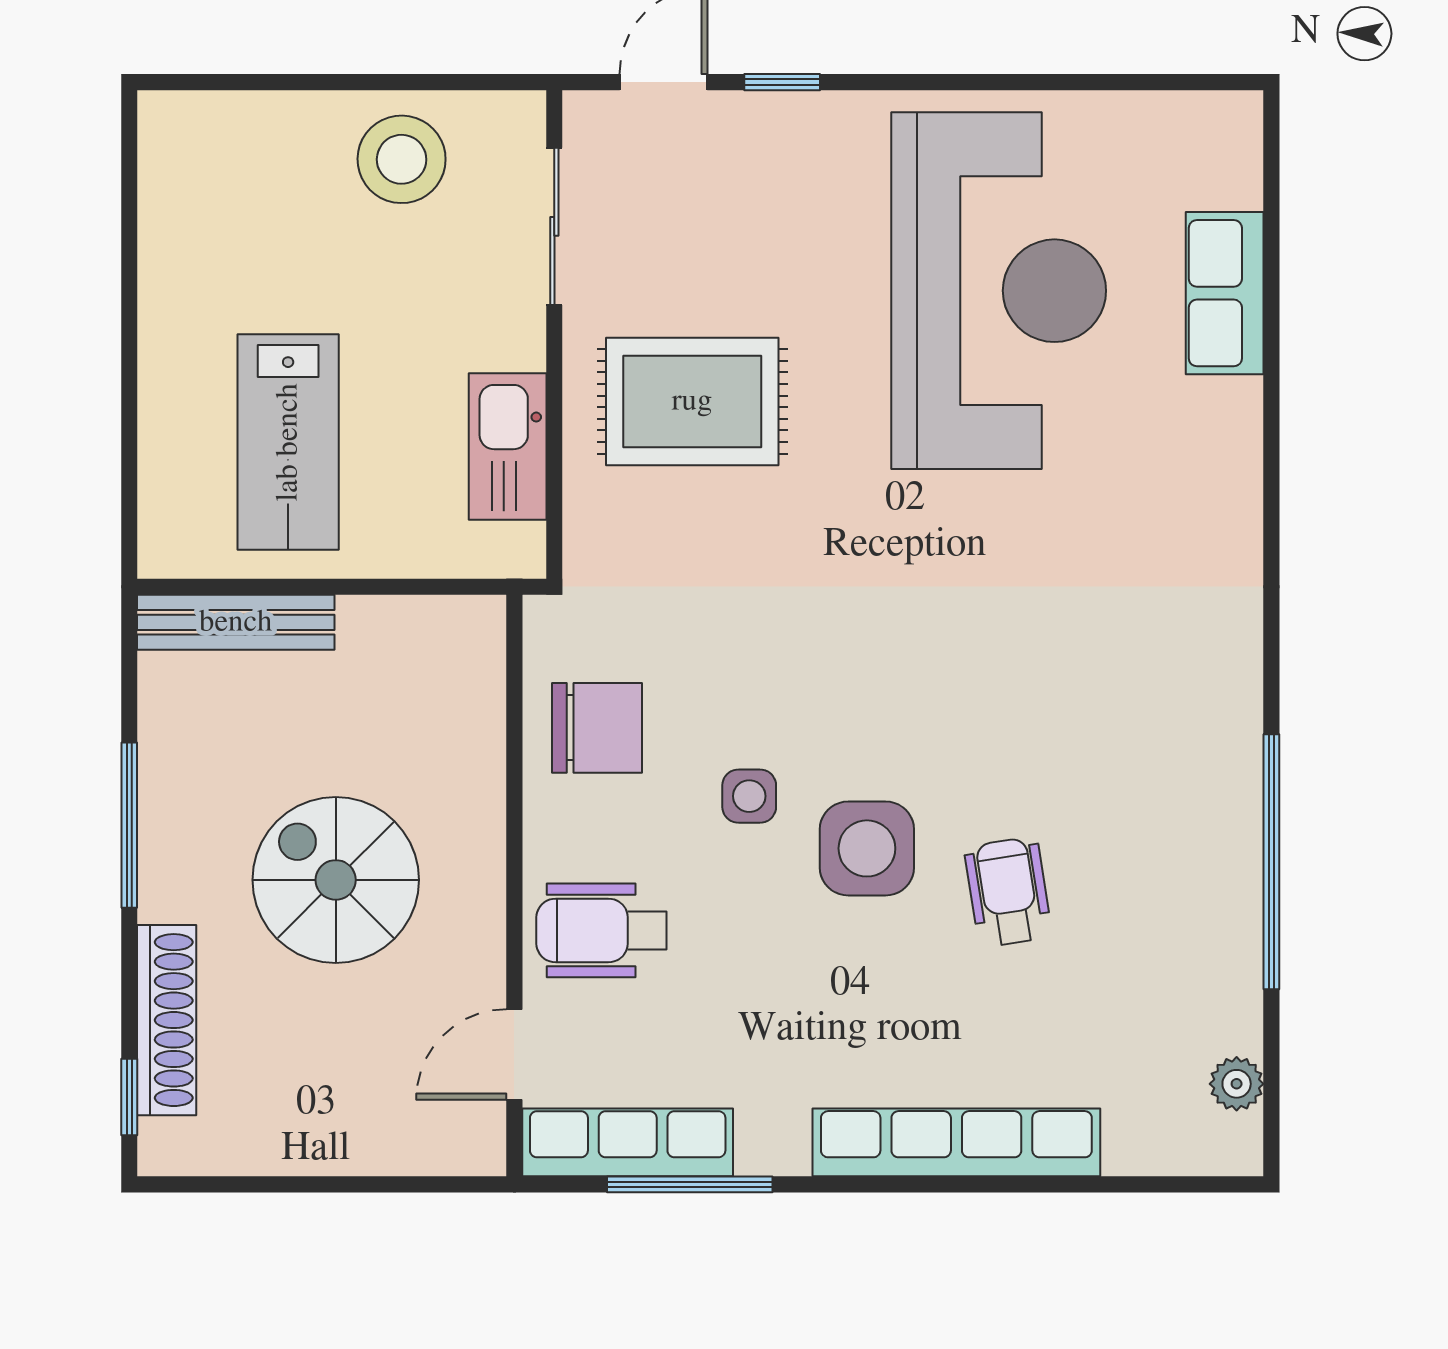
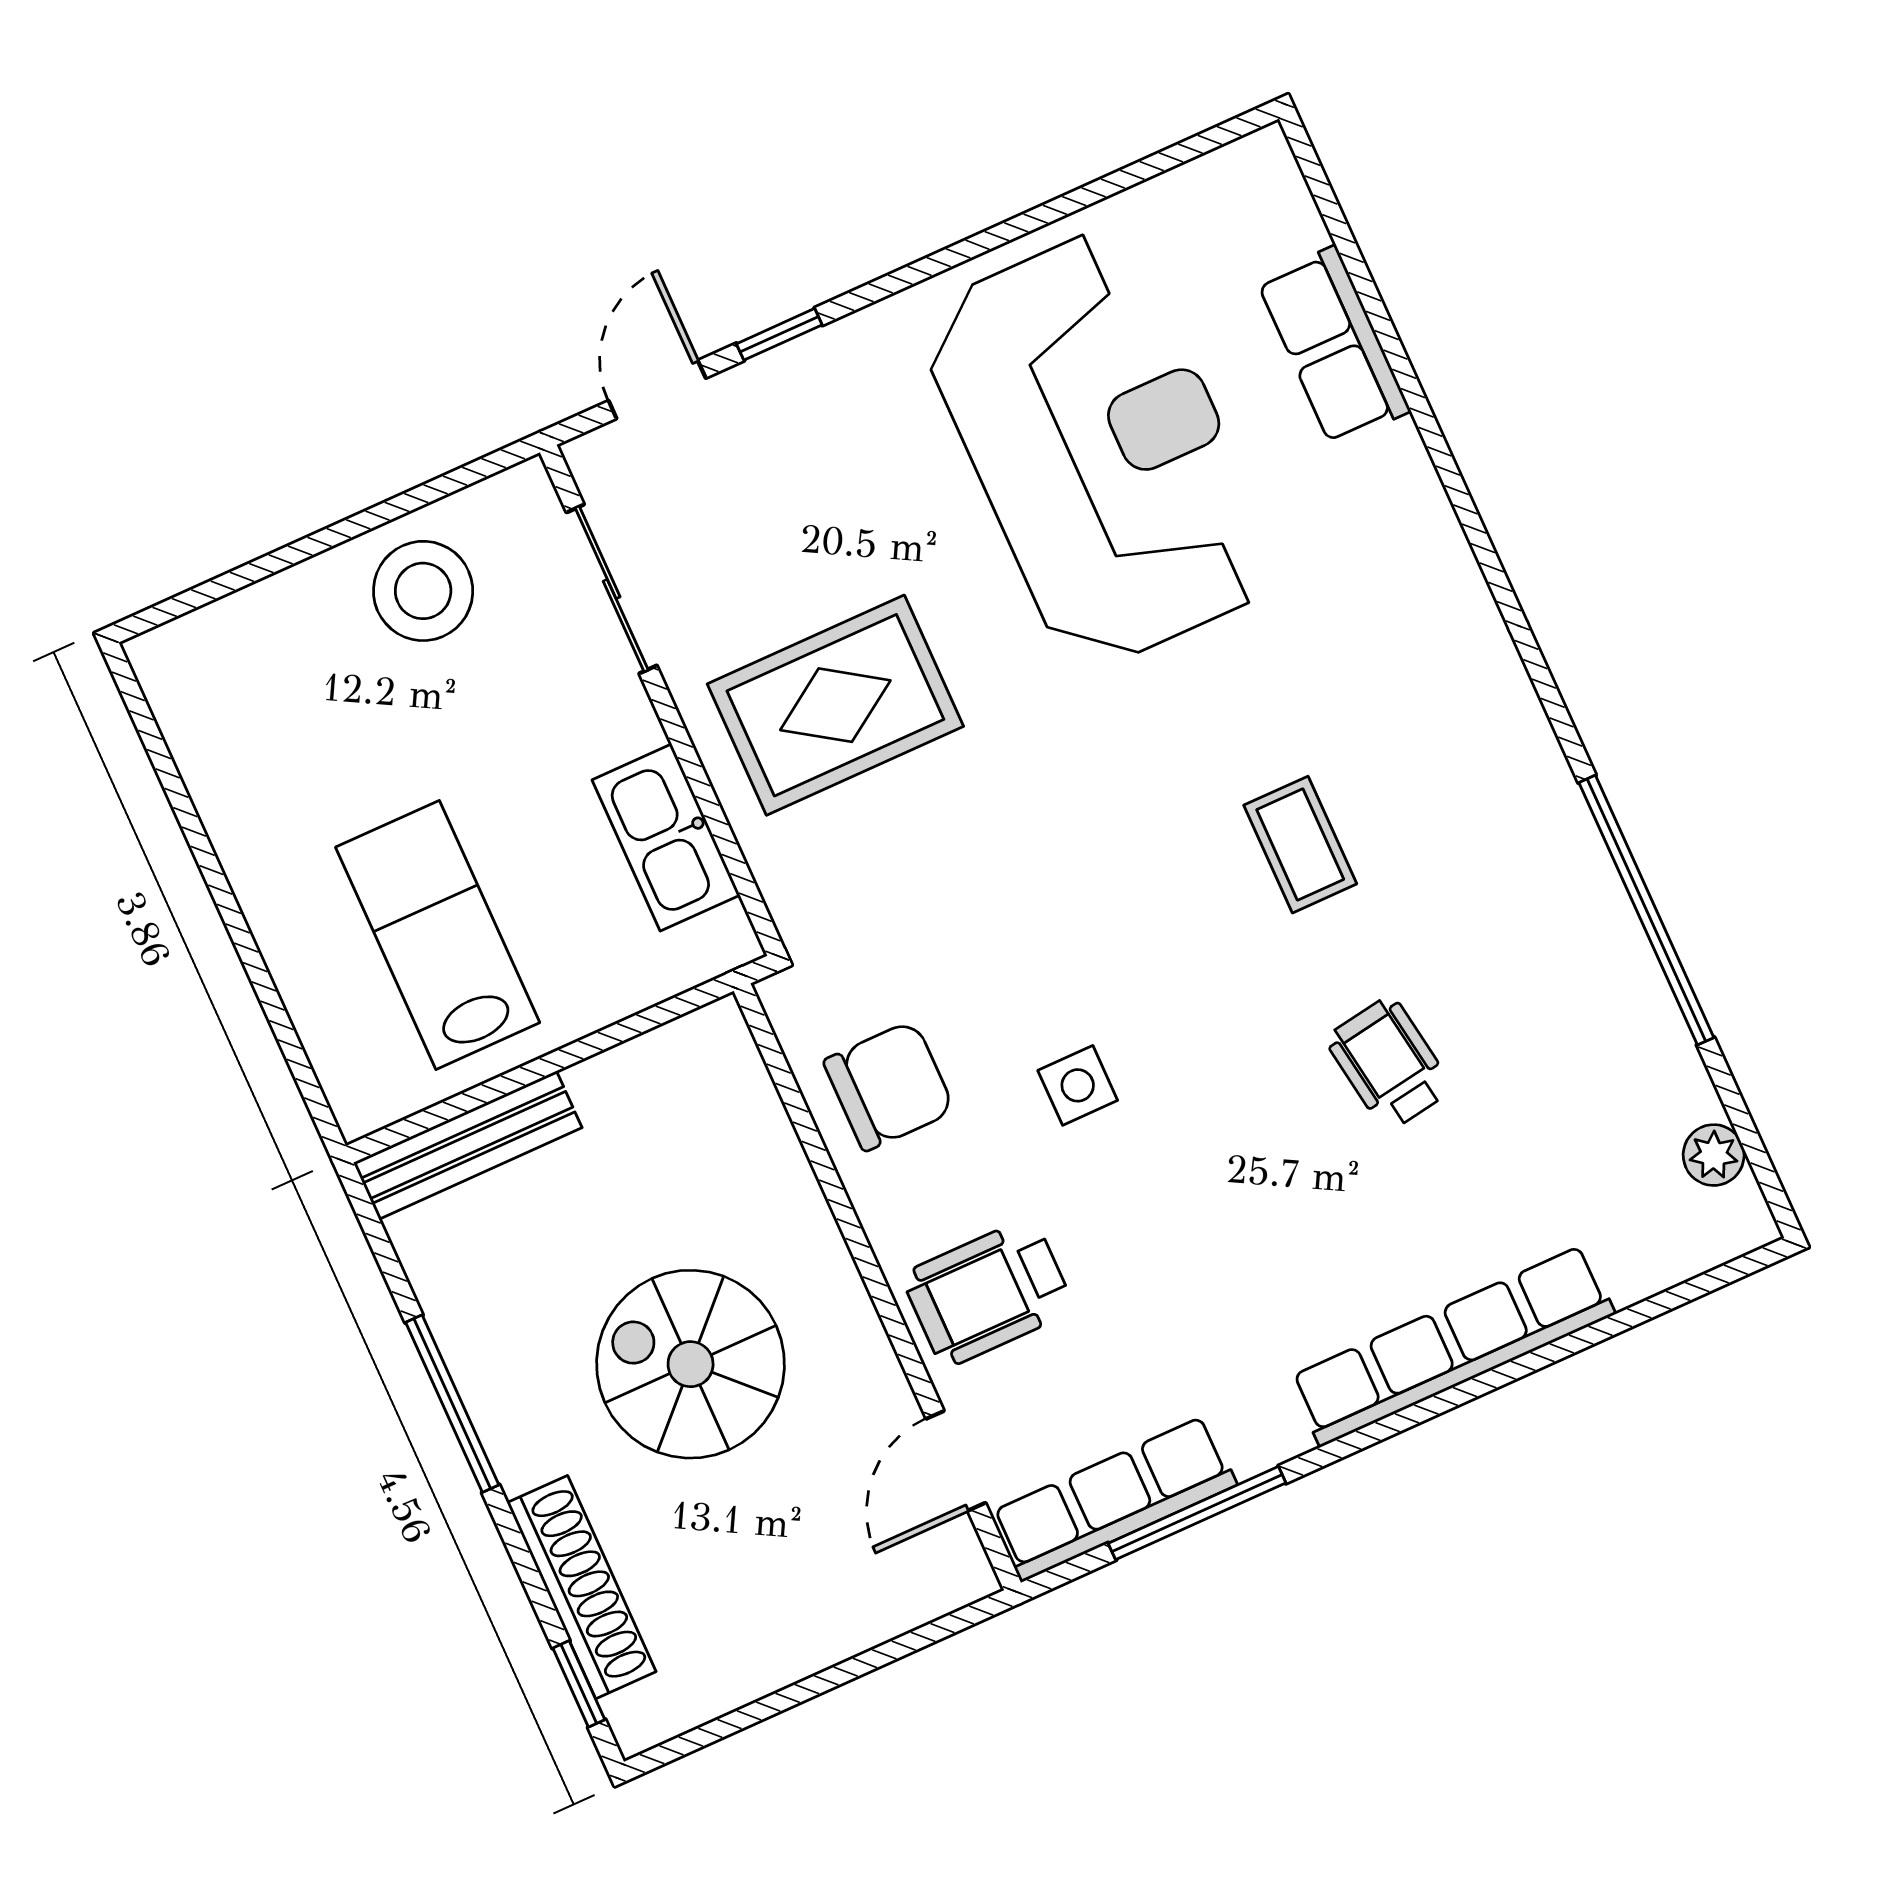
lab bench: (288, 442) -> (438, 935), turned 180
coffee table: (1016, 683) -> (1300, 845), added
side table: (867, 848) -> (1223, 1085), removed

